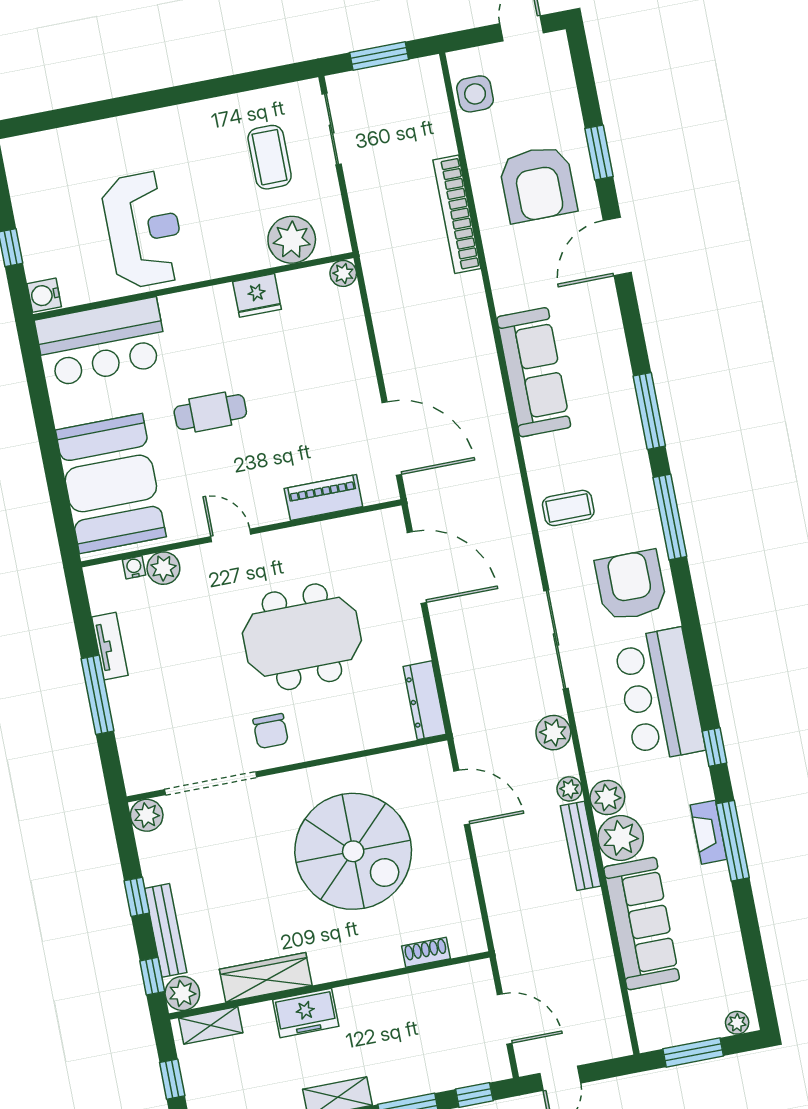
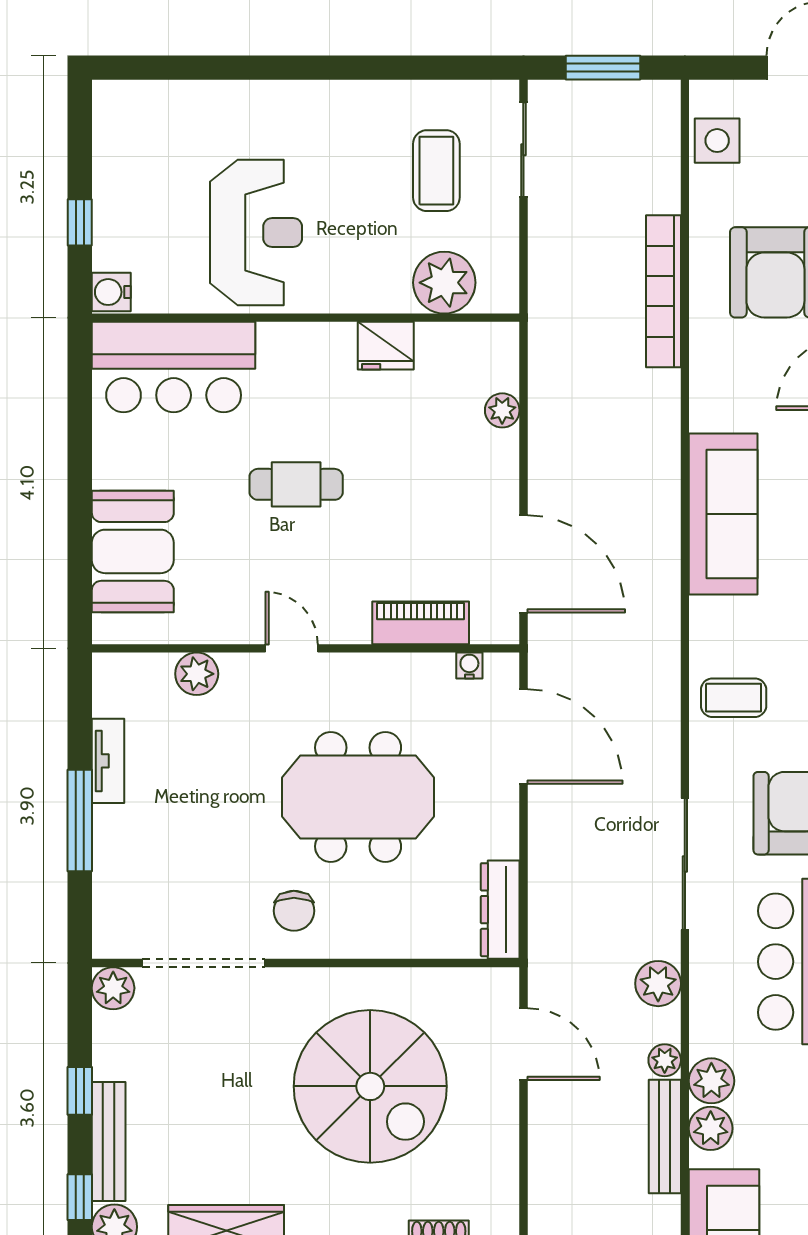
plant: (343, 273) -> (502, 410), moved
booth: (111, 483) -> (133, 551), width x0.73, depth x0.70
water cooler: (134, 567) -> (469, 665), moved
plant: (621, 838) -> (711, 1128), width x0.73, depth x0.73

